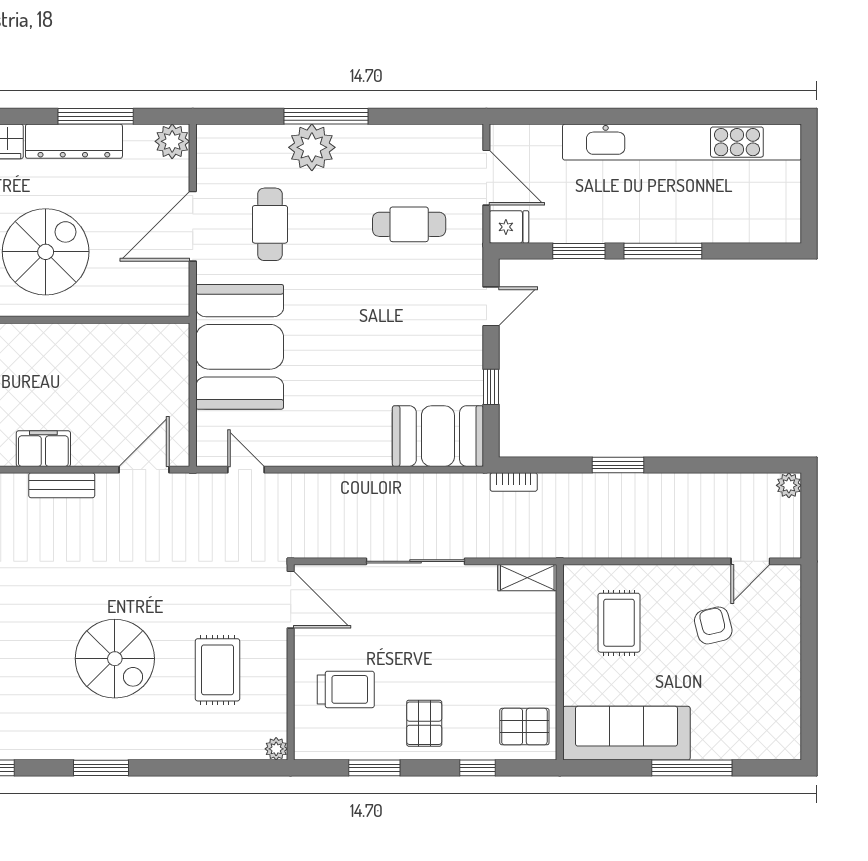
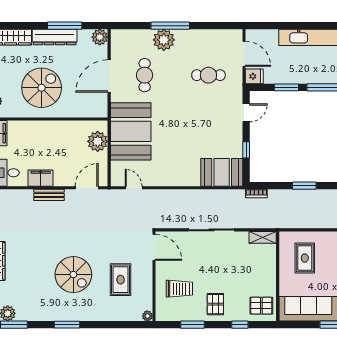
plant: (167, 369) -> (98, 141), added

